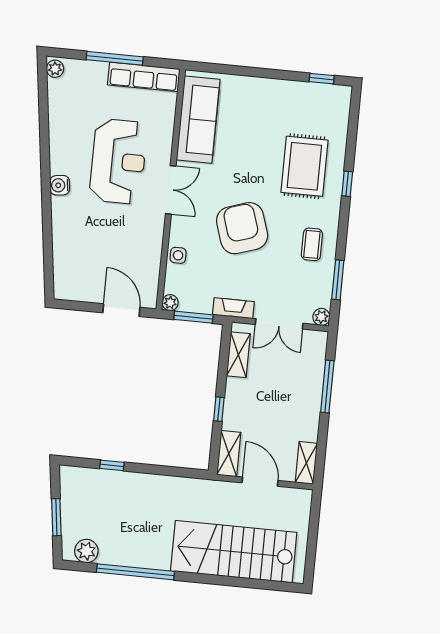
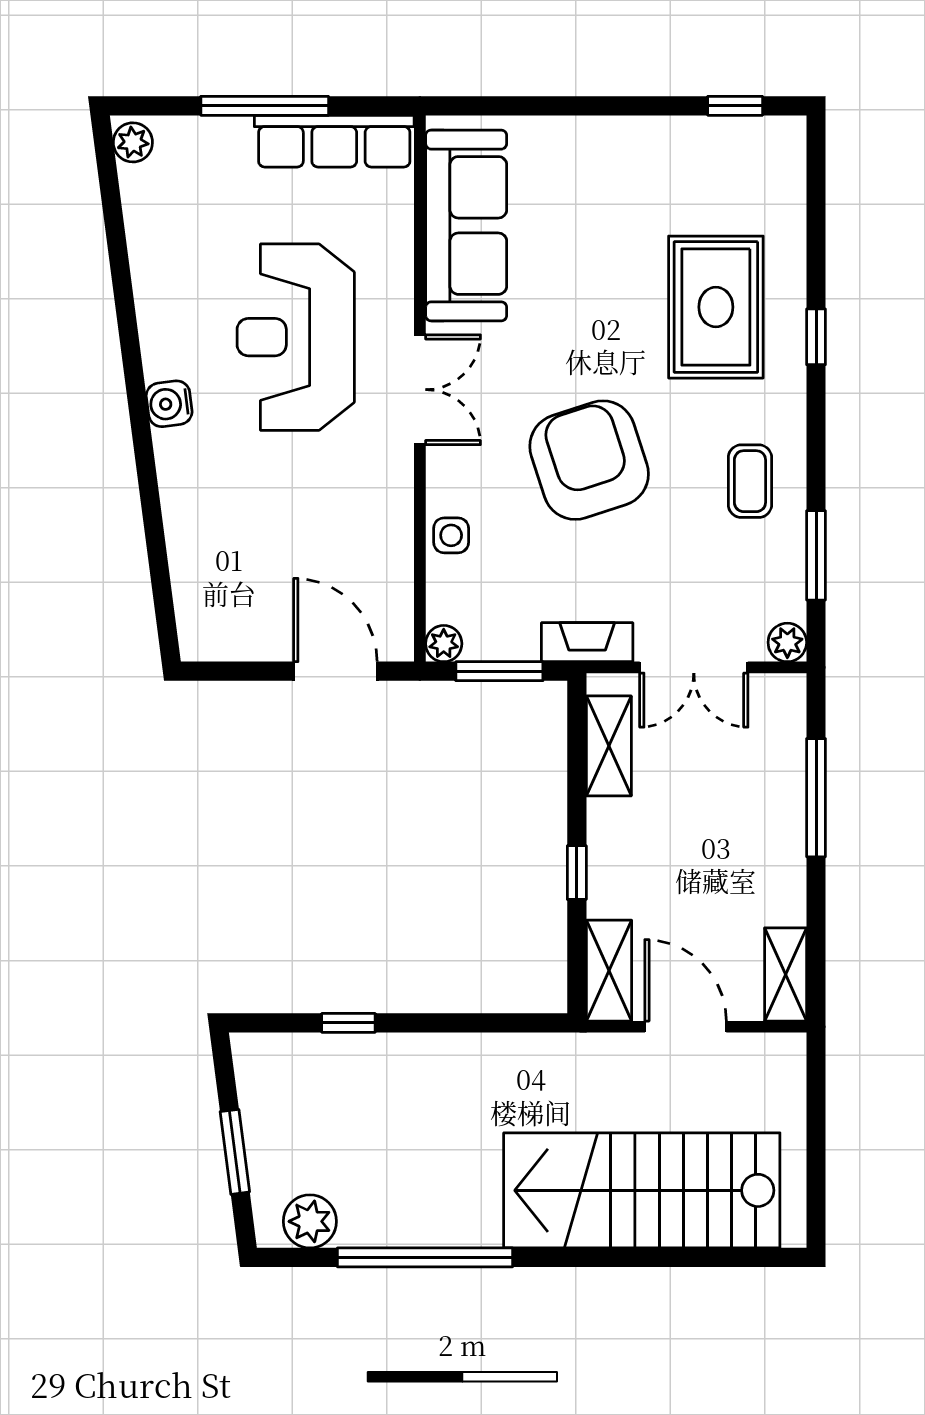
reception desk: (118, 161) -> (296, 337), turned 180

